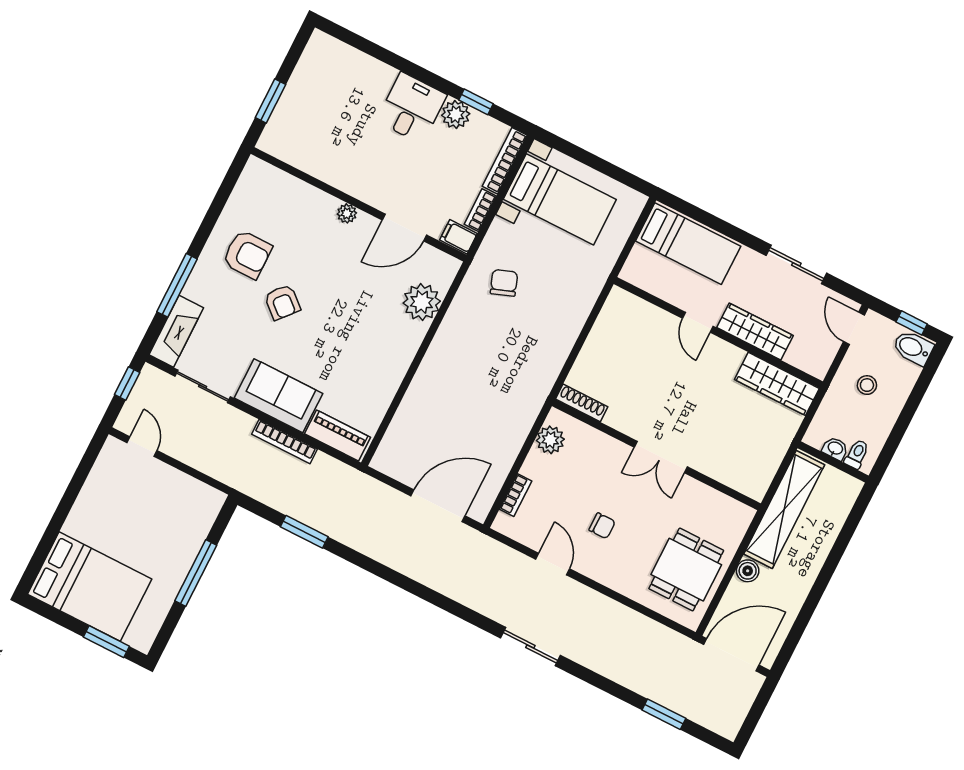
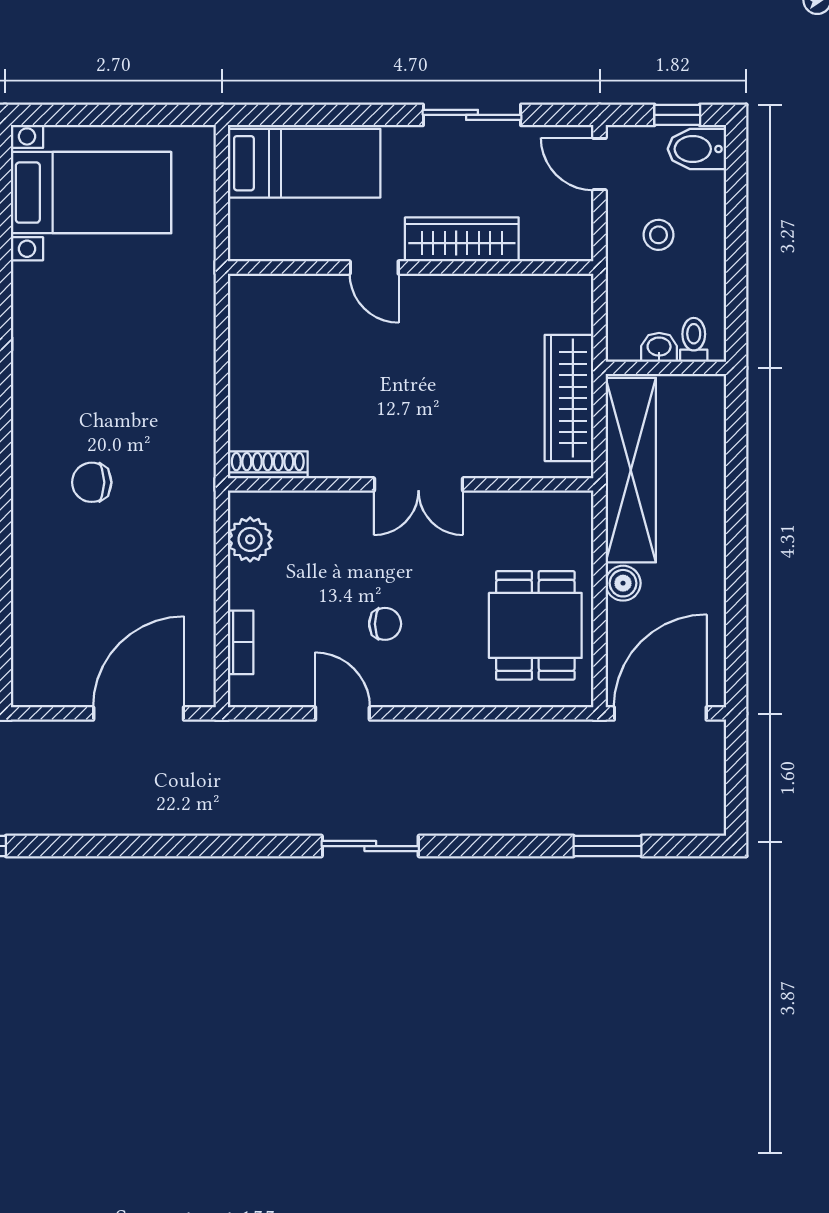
chair: (504, 283) -> (92, 482), moved, turned -70
wardrobe: (777, 384) -> (569, 398), moved, turned 90

